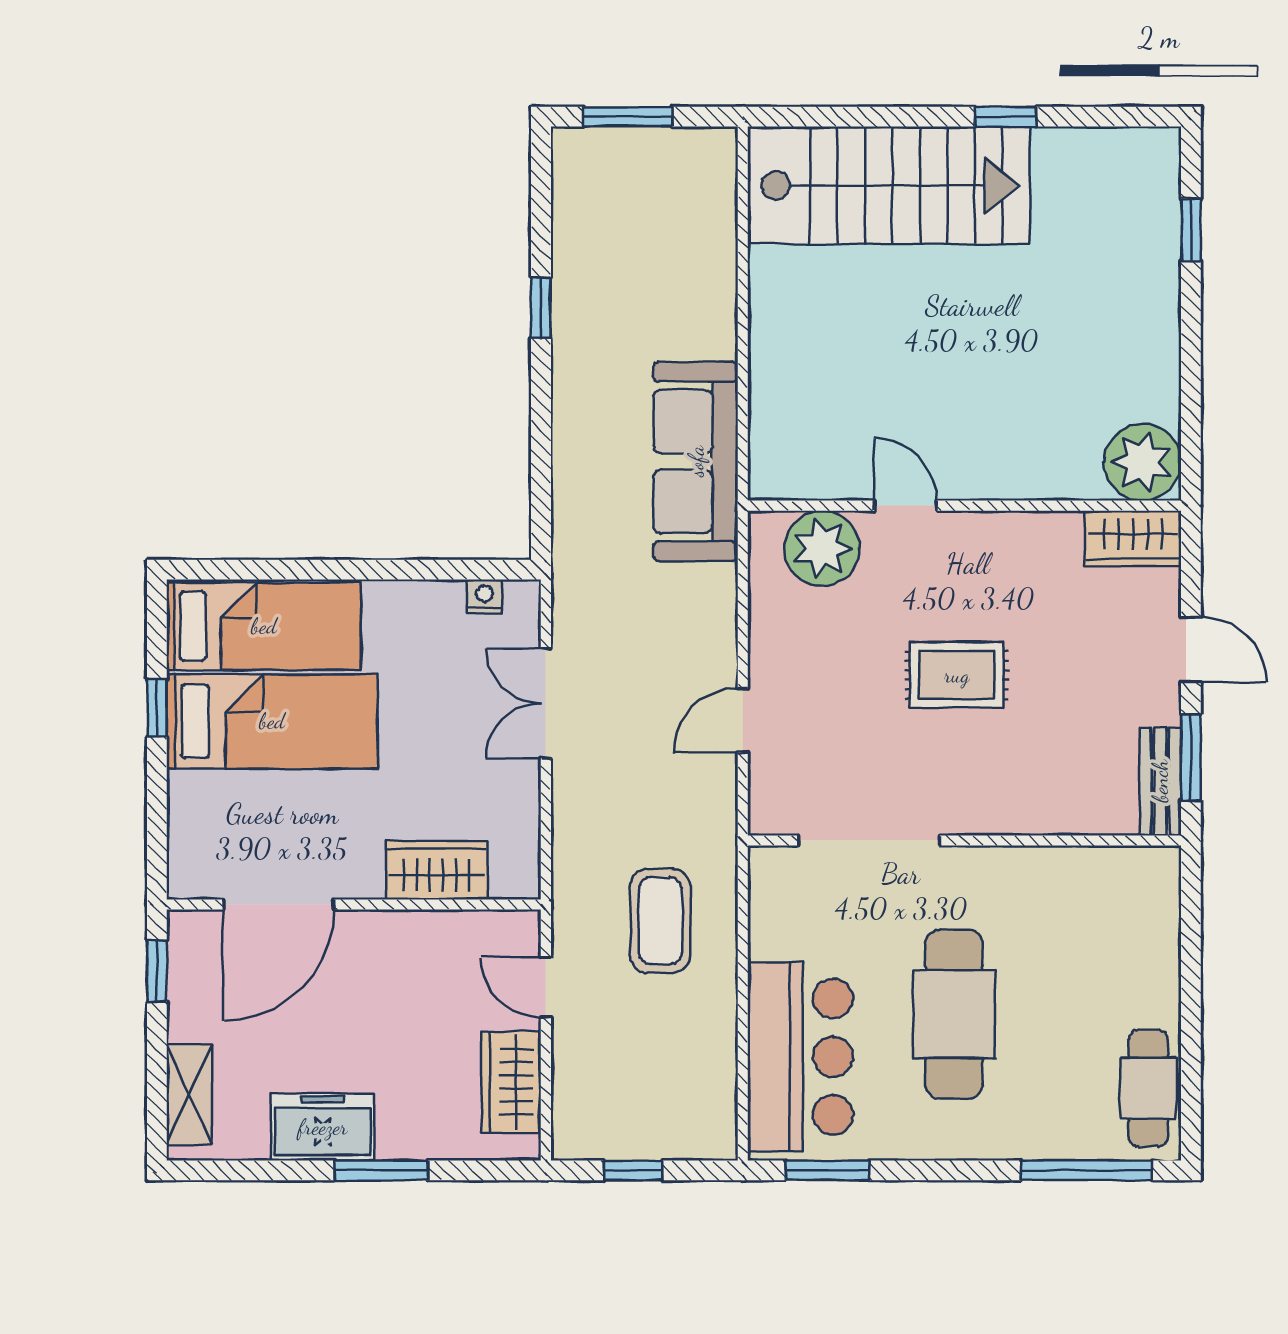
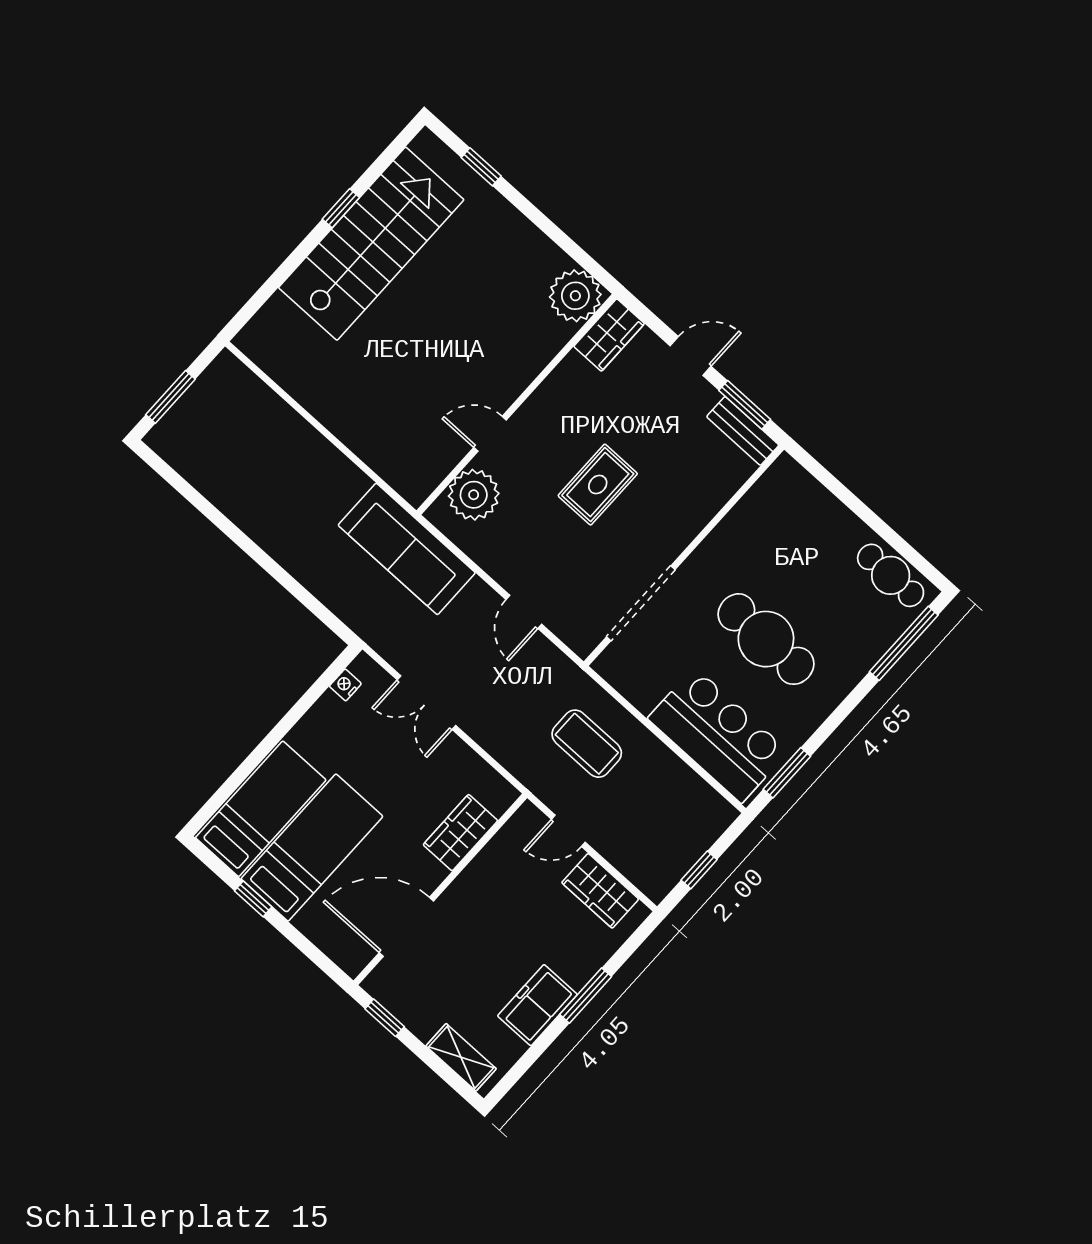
stairs: (889, 185) -> (371, 244), moved
window: (541, 308) -> (227, 527), removed
sofa: (696, 461) -> (407, 549), moved
door: (279, 904) -> (406, 927), swing flipped

